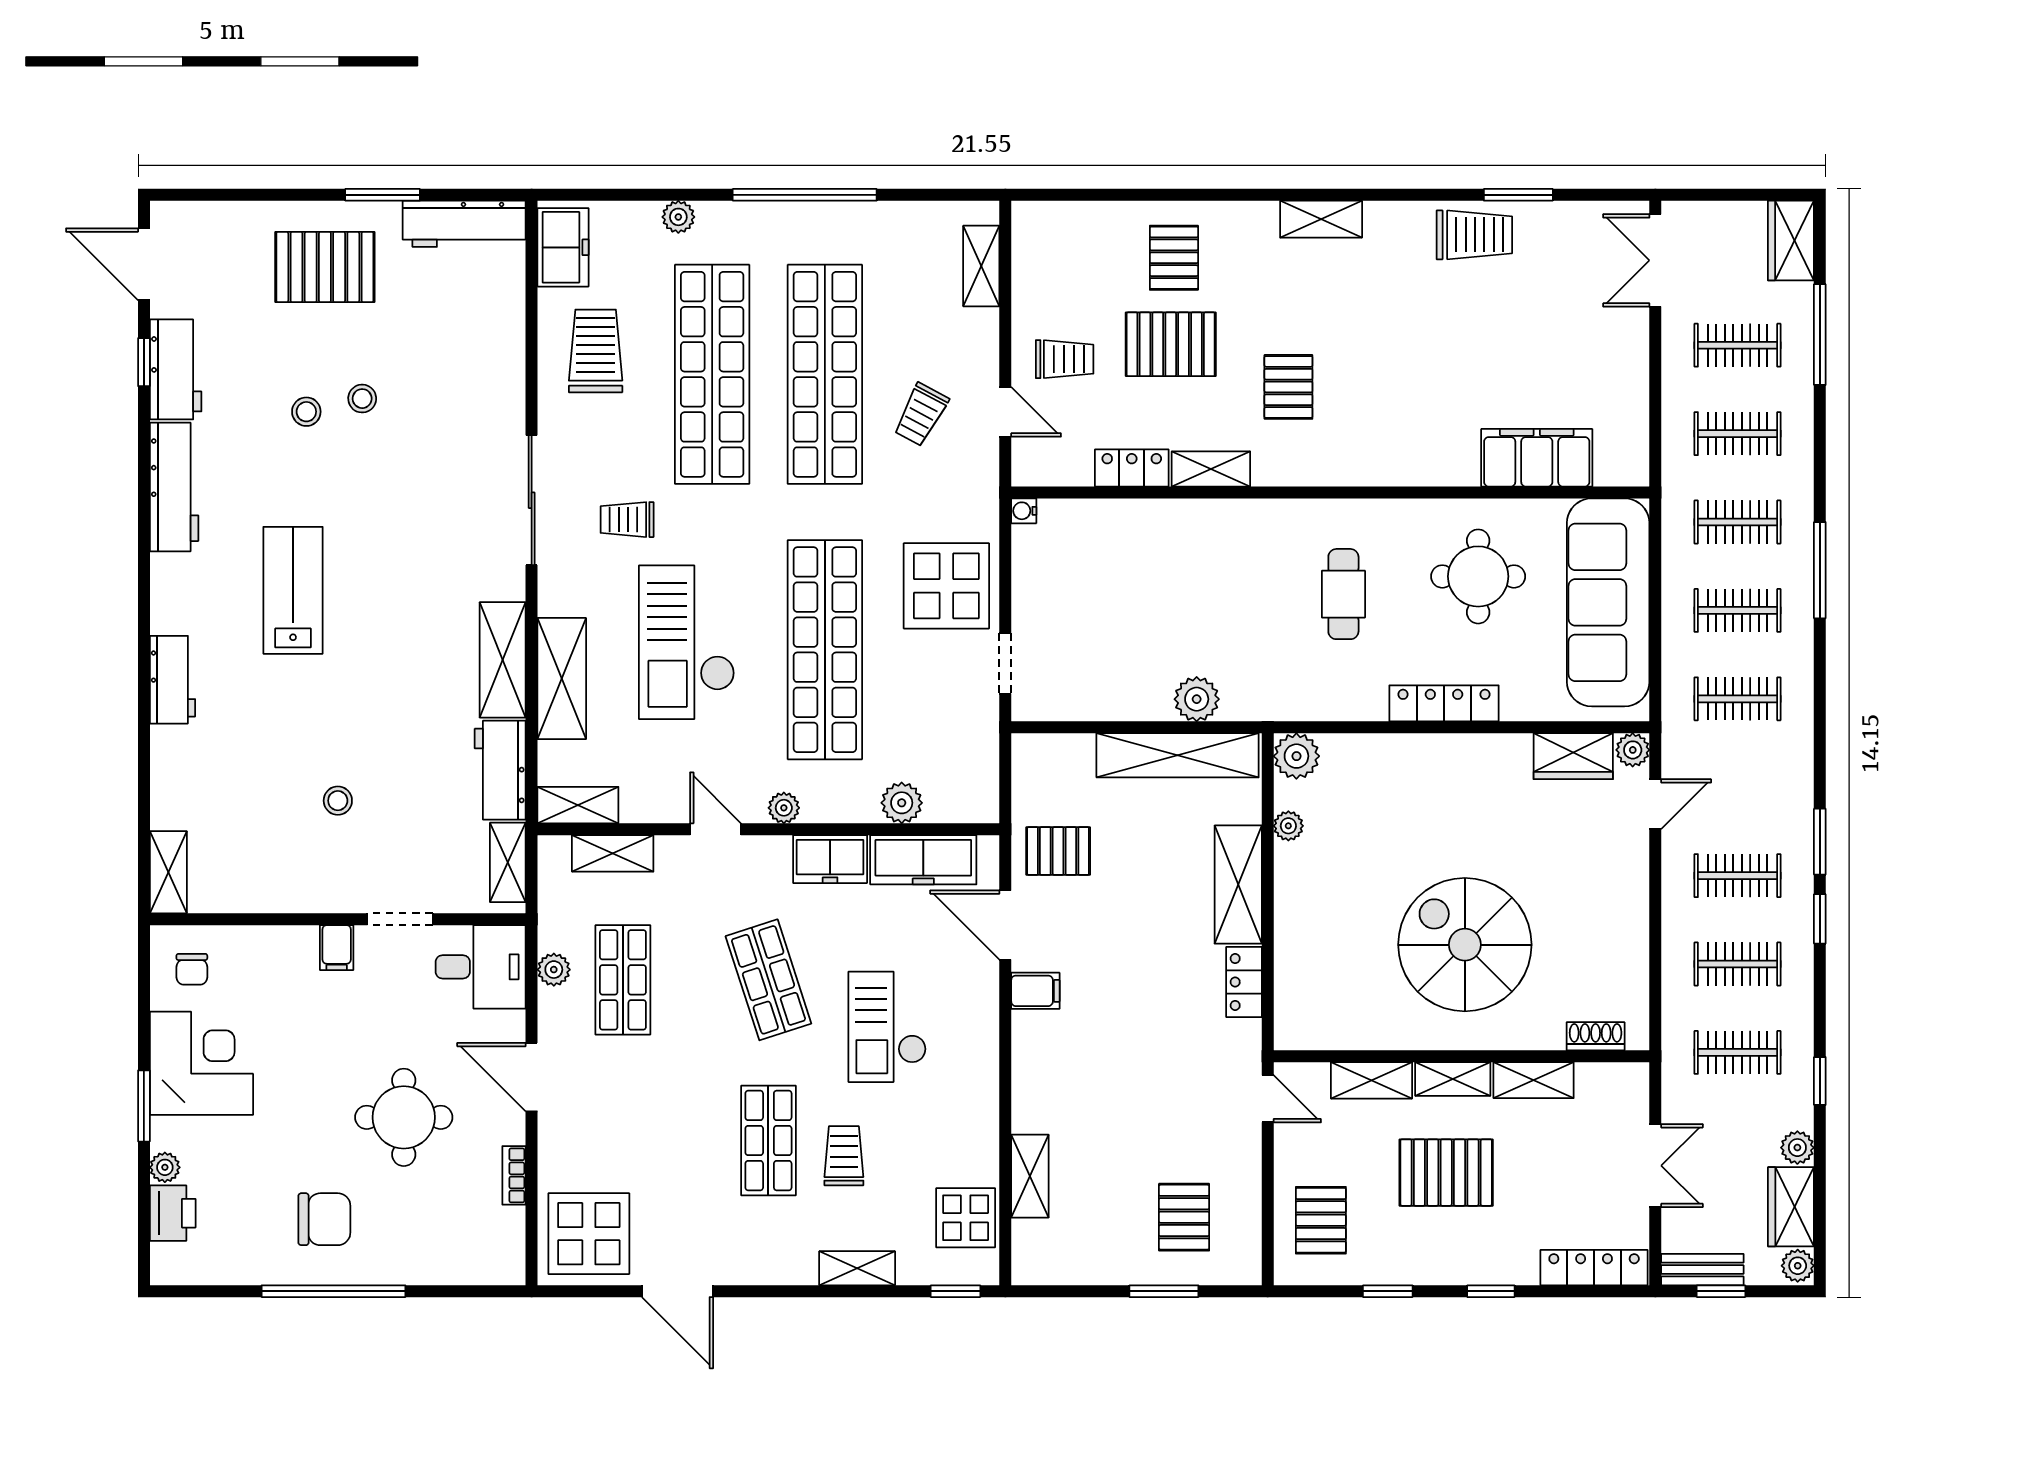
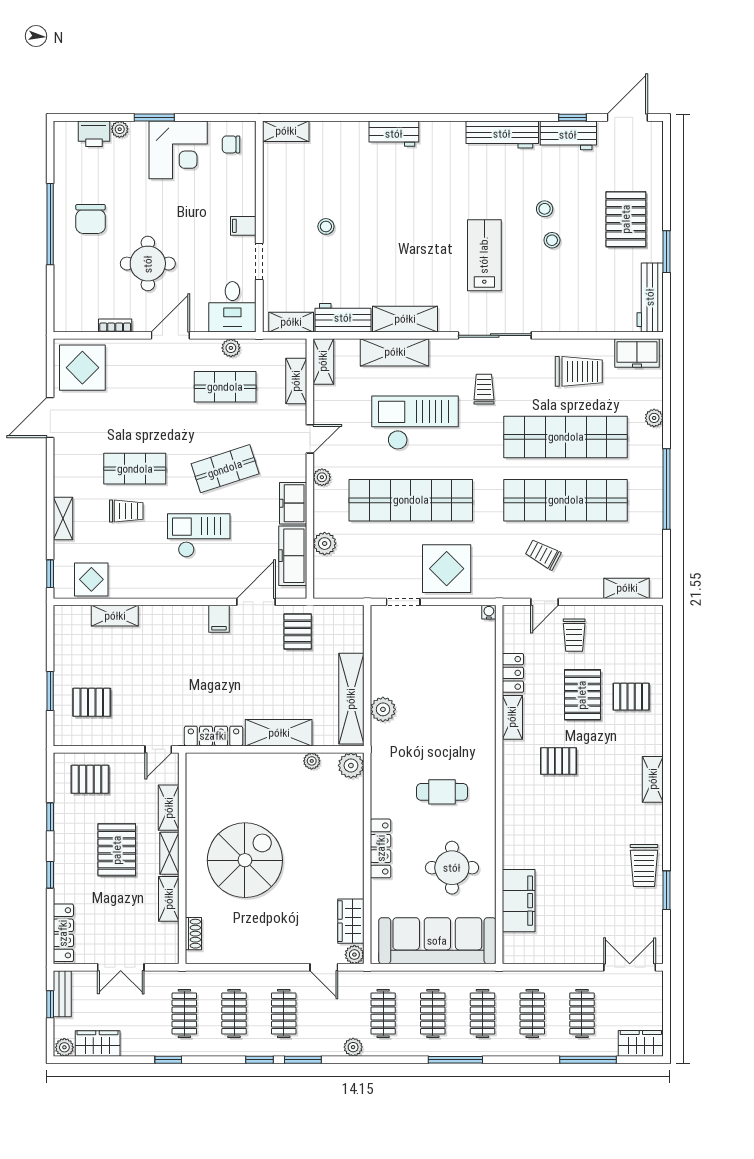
lab bench: (293, 590) -> (484, 255), moved, turned -90
locker: (1244, 982) -> (213, 736), width x1.53
plant: (1797, 1148) -> (353, 1047), moved

